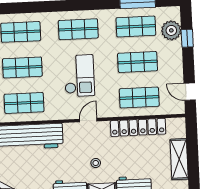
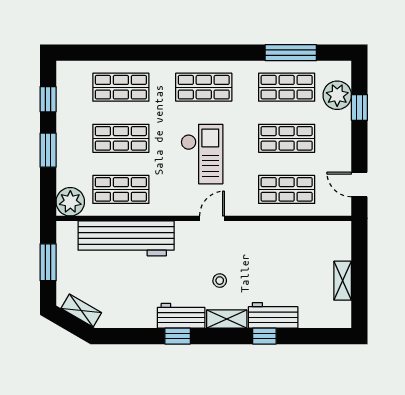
locker: (138, 127) -> (283, 232), removed
shelving: (179, 159) -> (343, 281), width x0.67, depth x0.75

